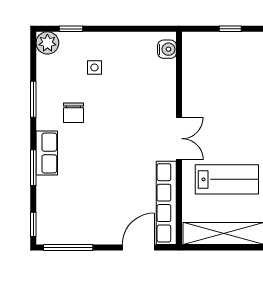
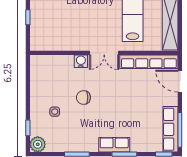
water cooler: (167, 49) -> (81, 61), moved
chair: (73, 113) -> (83, 97), moved, turned 180
double door: (179, 139) -> (104, 53), swing flipped
row of seats: (69, 234) -> (170, 129), added

